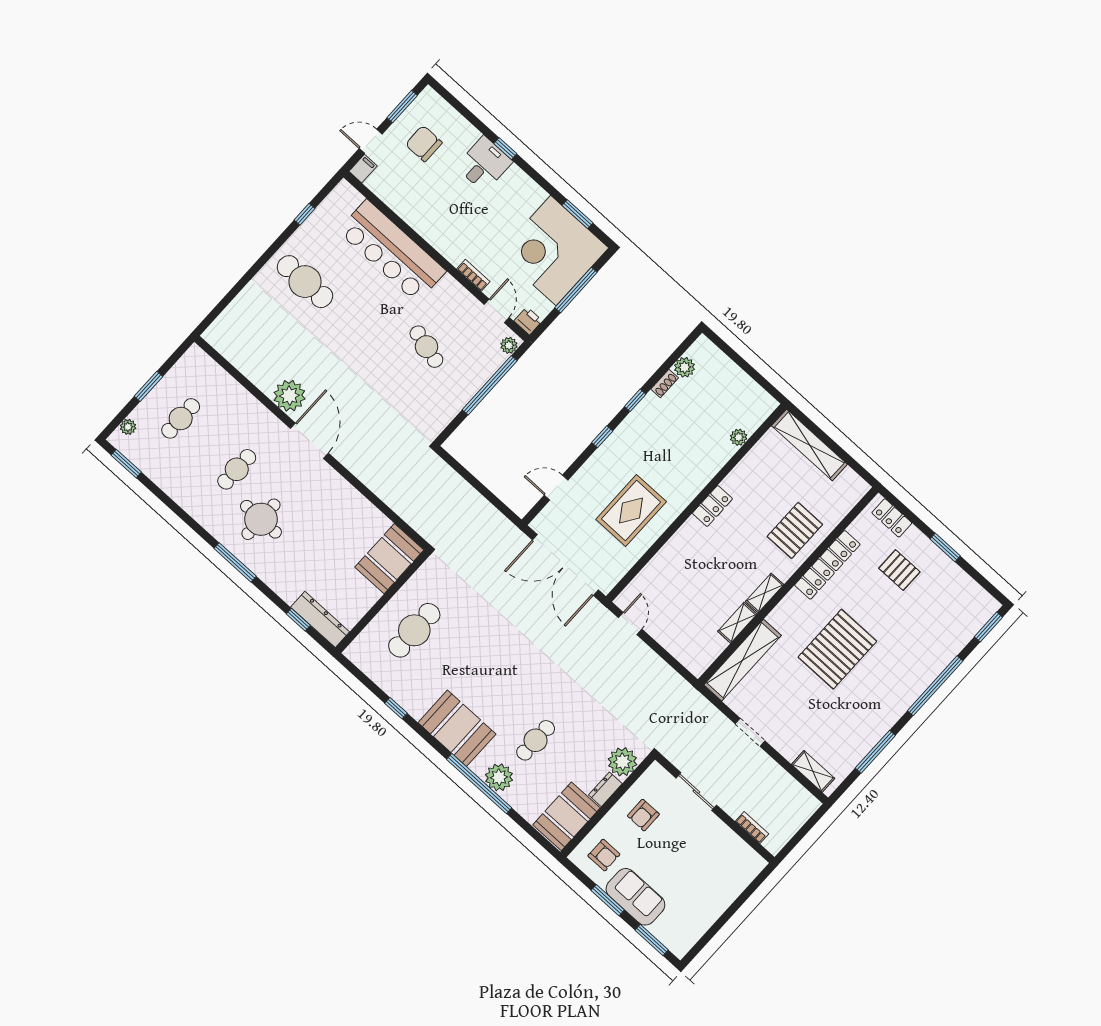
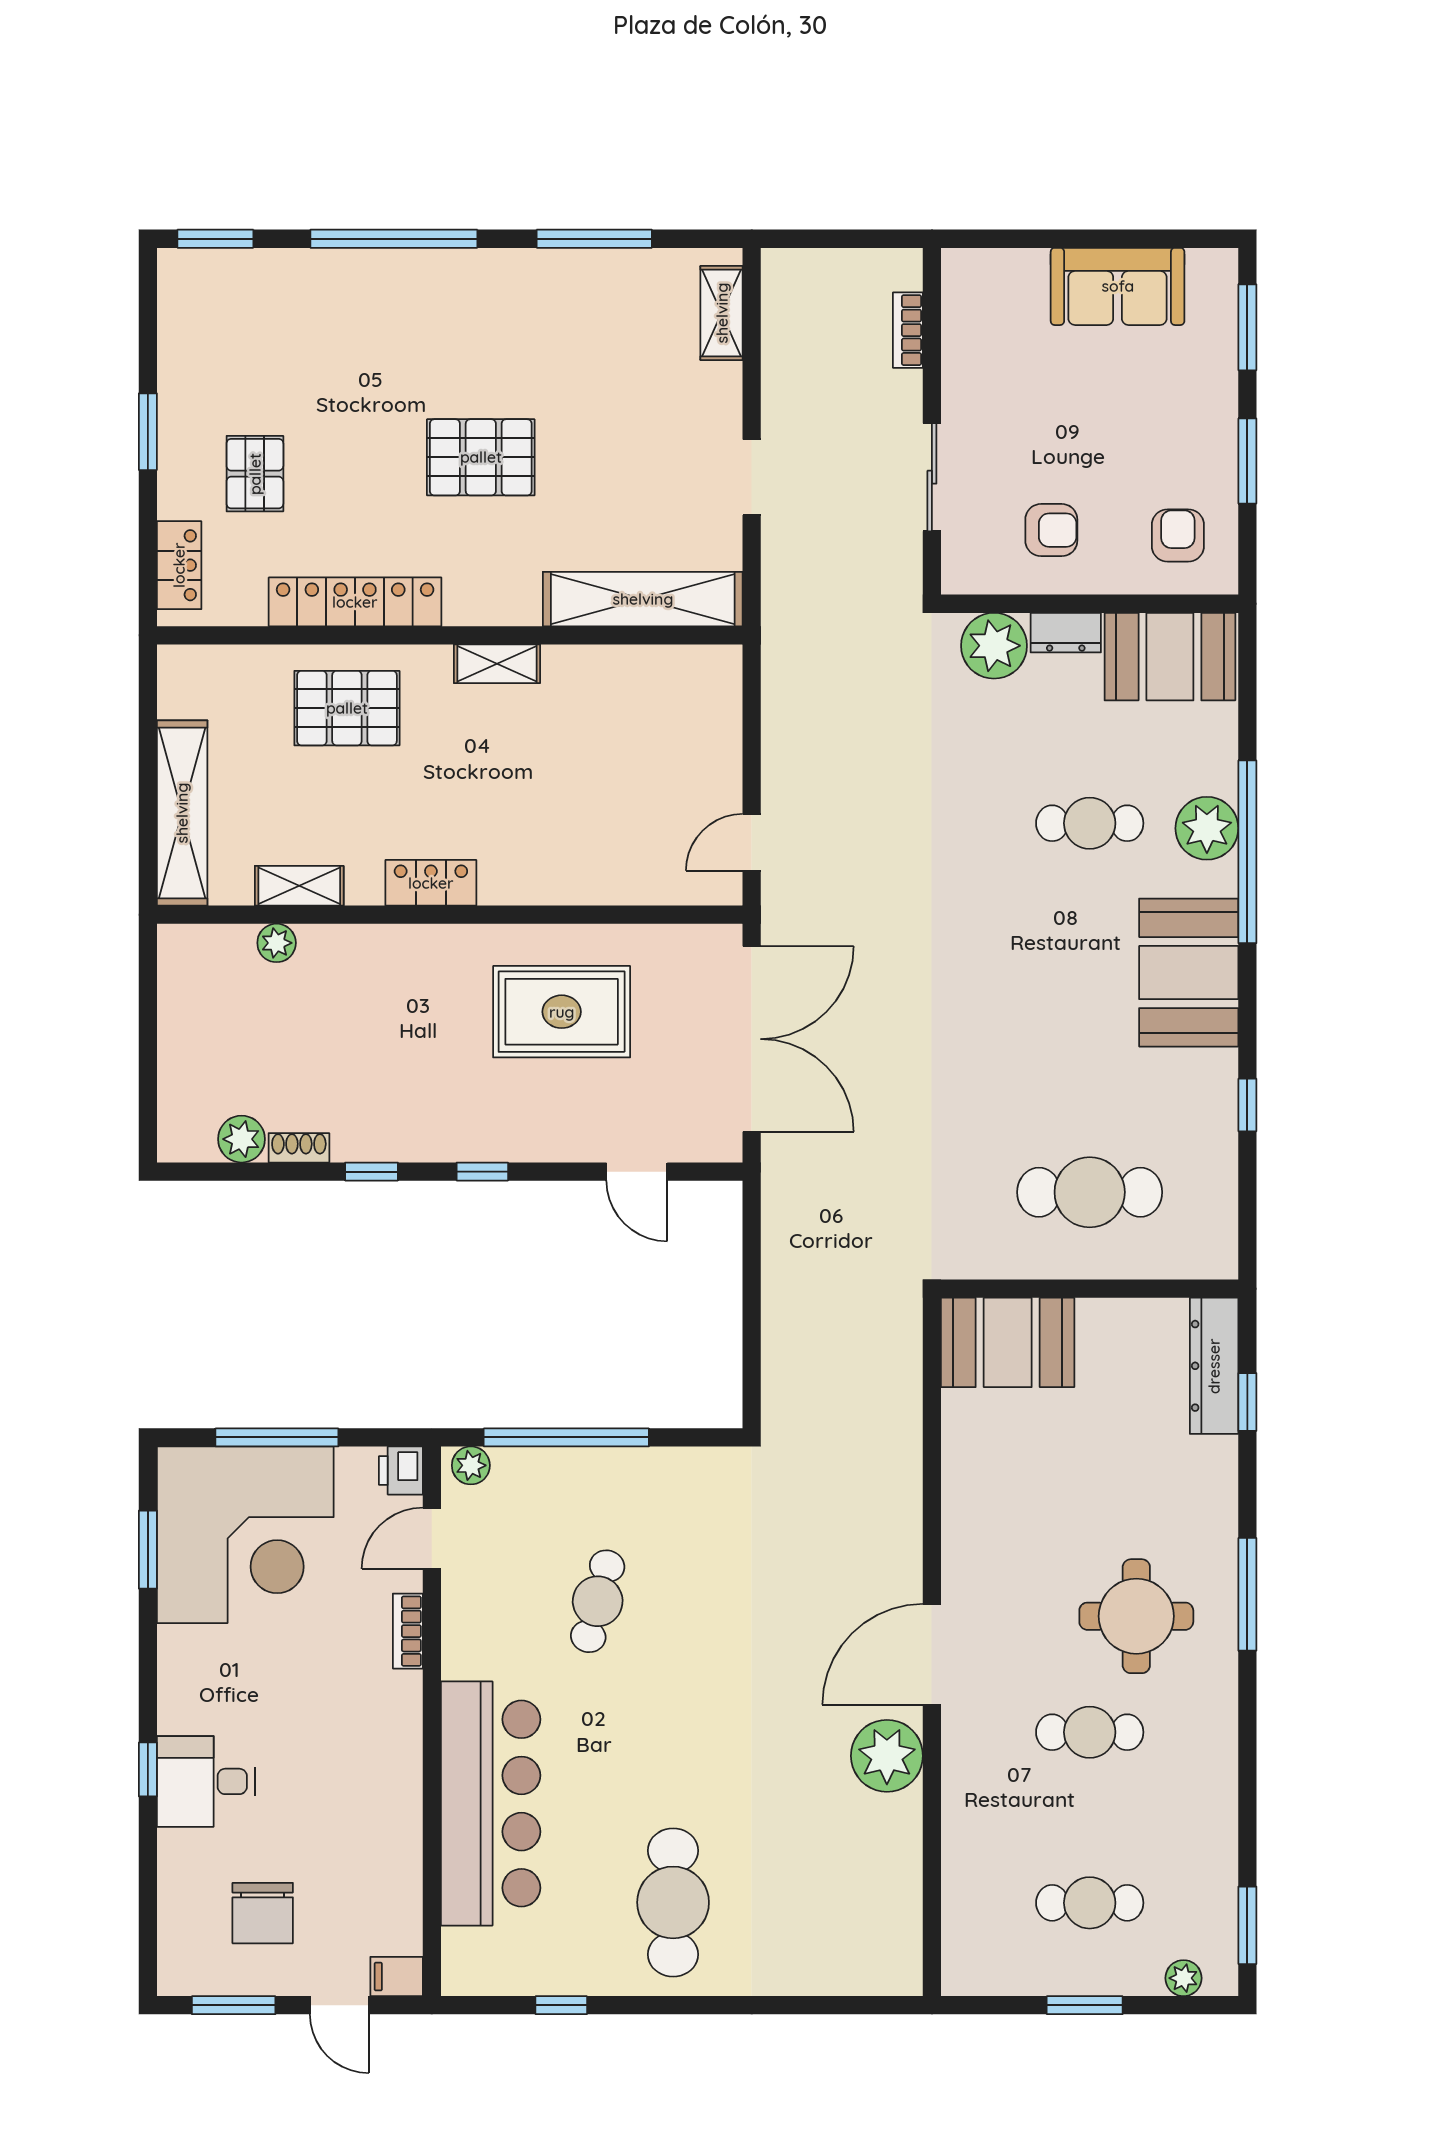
shelving: (737, 623) -> (299, 886), moved
pallet: (837, 649) -> (481, 457), width x0.73, depth x0.71
sofa: (635, 897) -> (1118, 286), moved, turned -90

